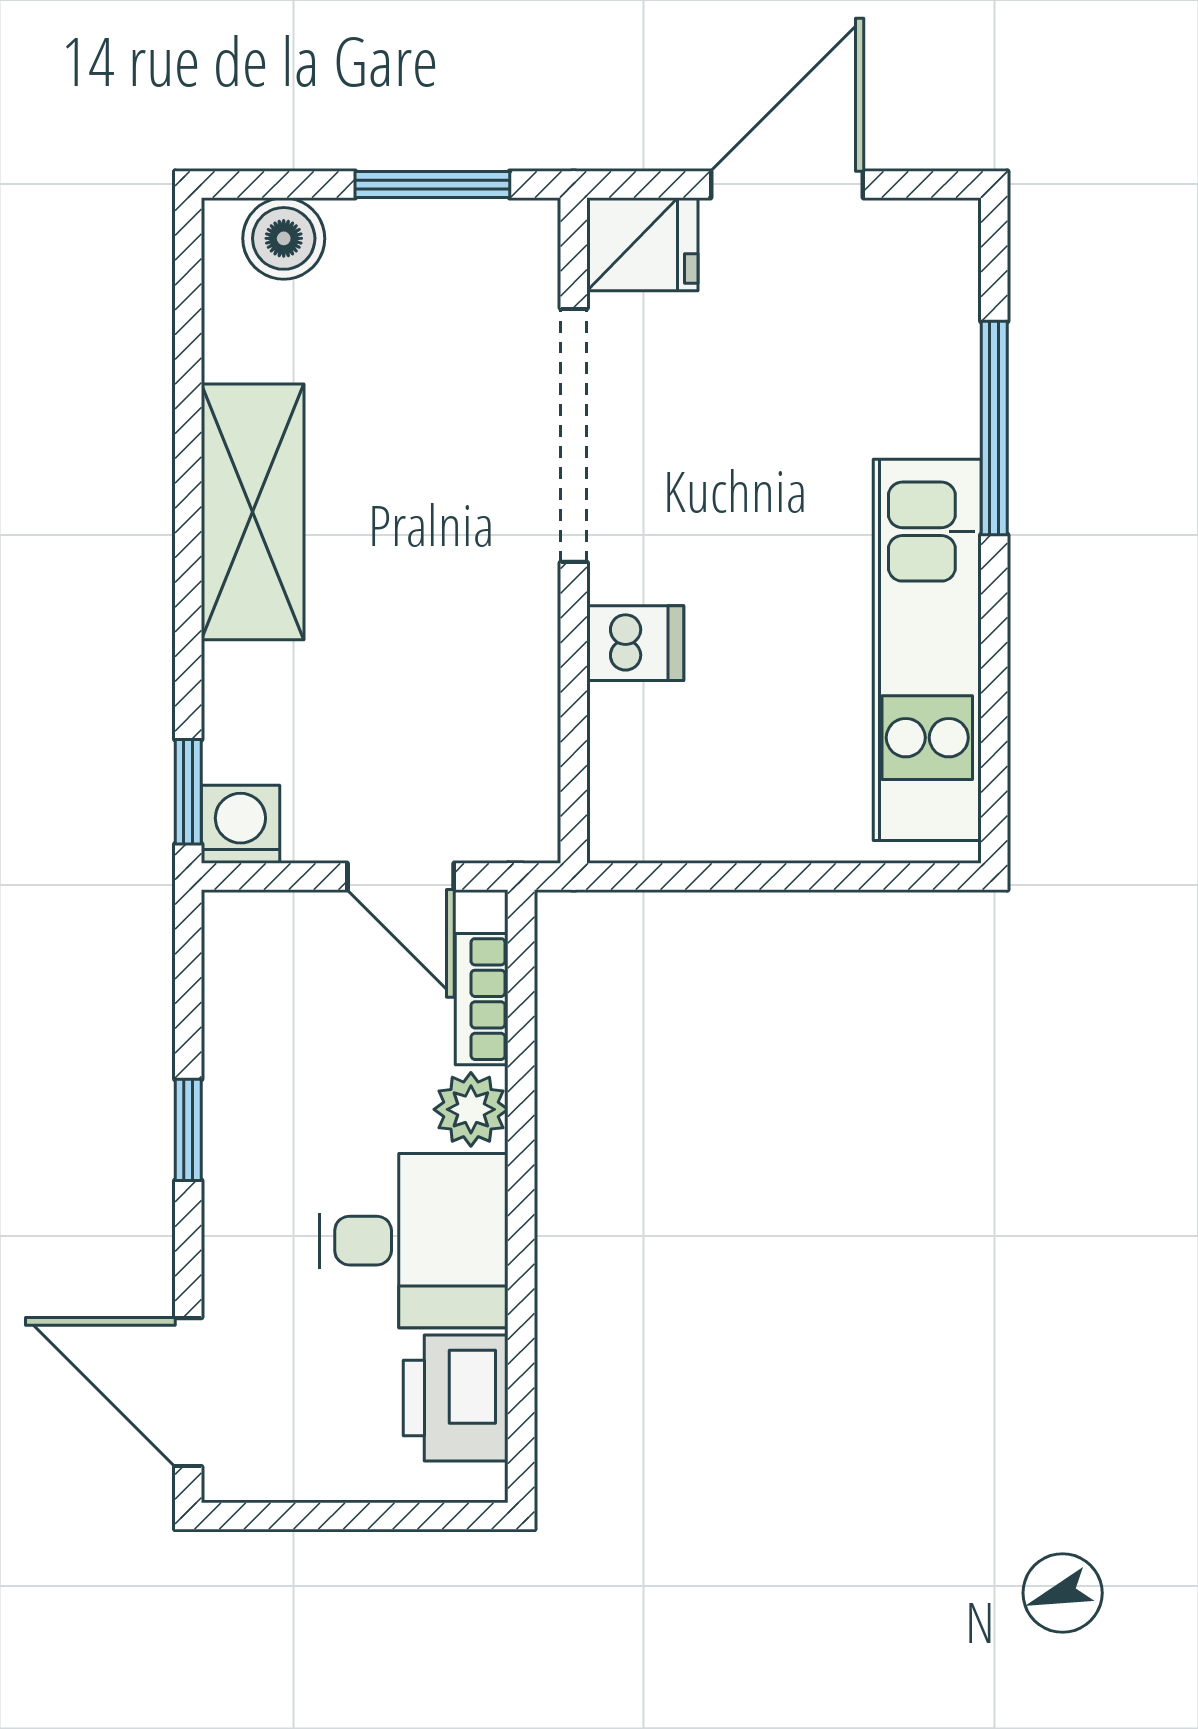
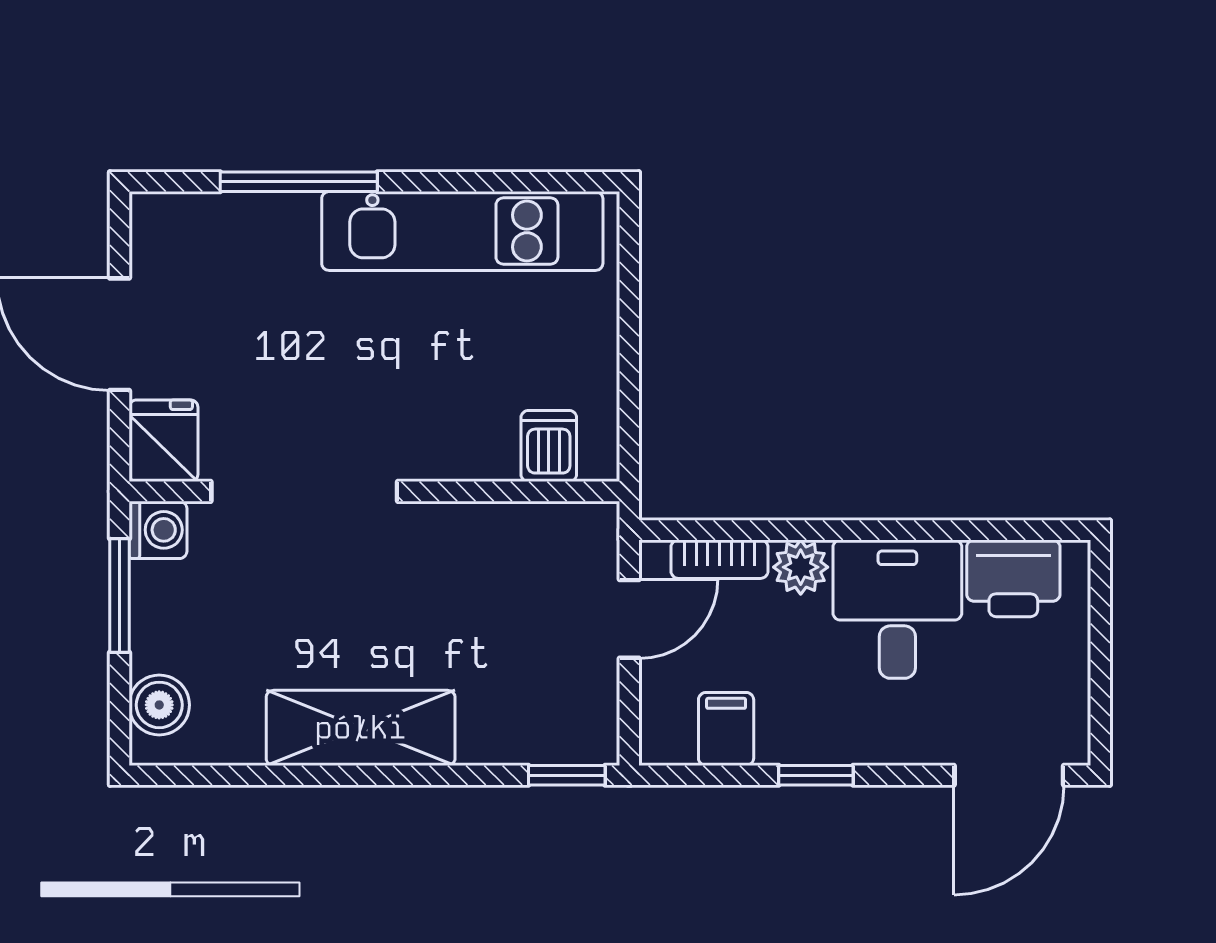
dishwasher: (635, 643) -> (549, 446), moved
washing machine: (240, 824) -> (158, 530), moved, turned 180
filing cabinet: (251, 1008) -> (726, 729), added

